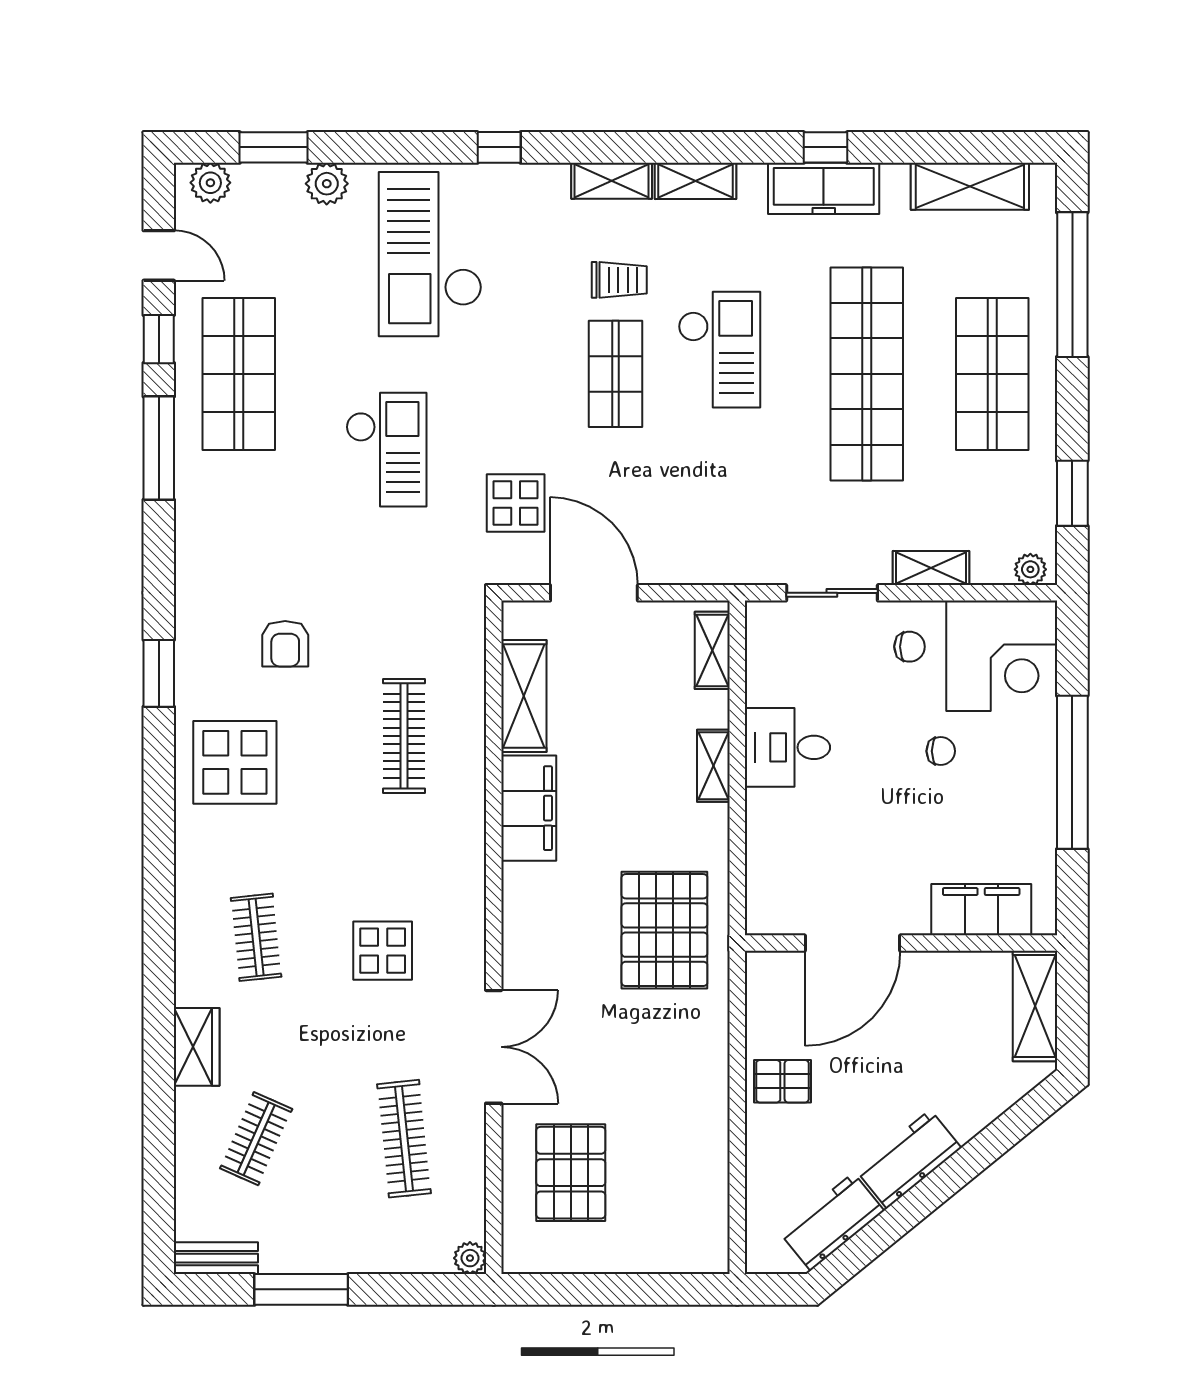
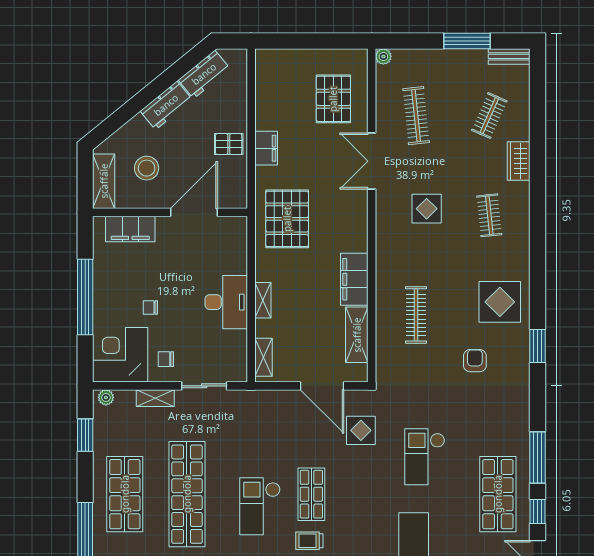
desk: (787, 747) -> (226, 302), width x1.37
stool: (948, 1033) -> (147, 168), added
filing cabinet: (707, 1073) -> (266, 148), added

